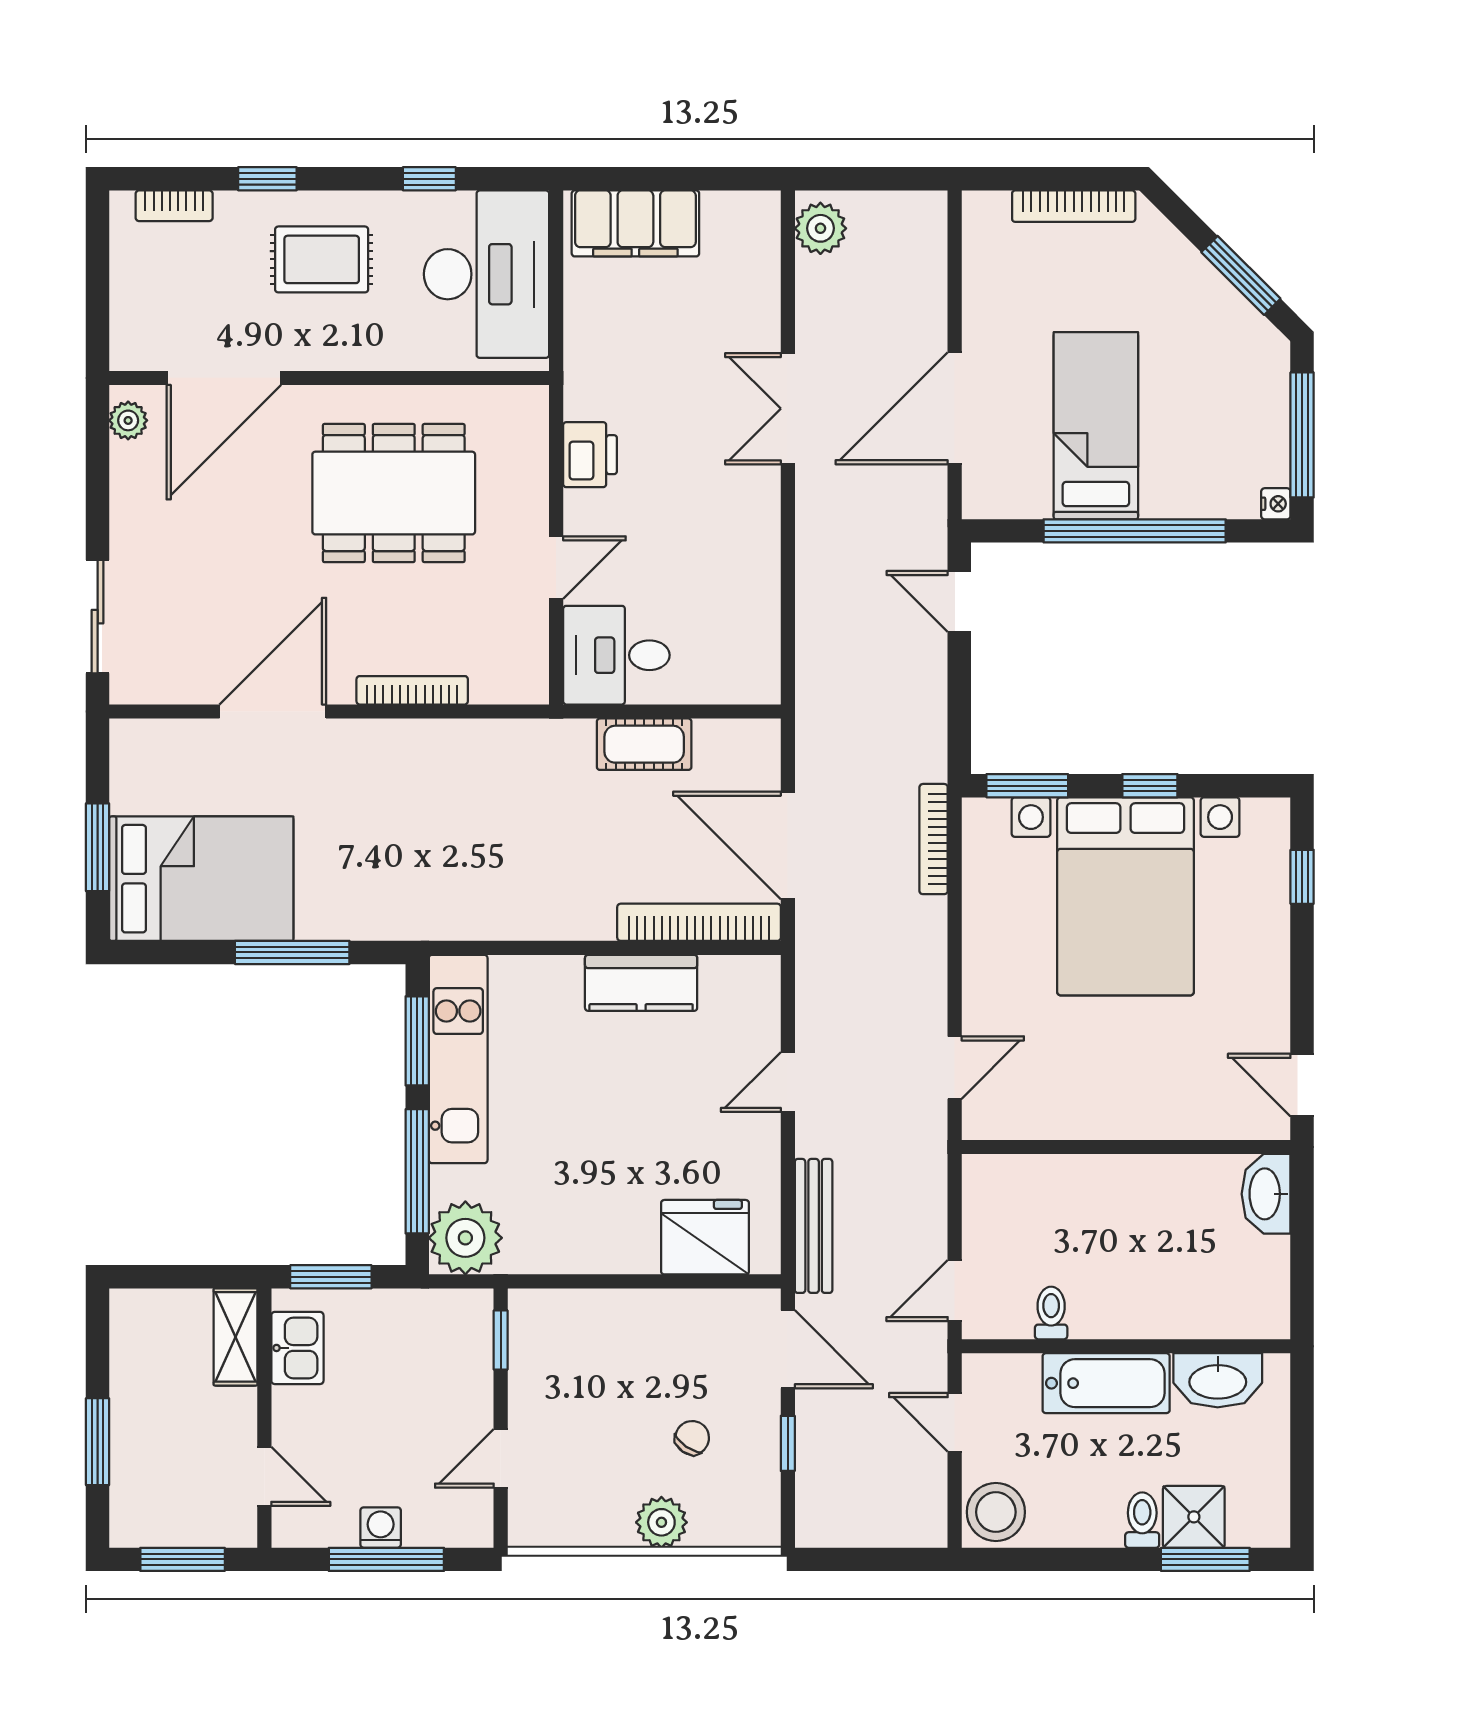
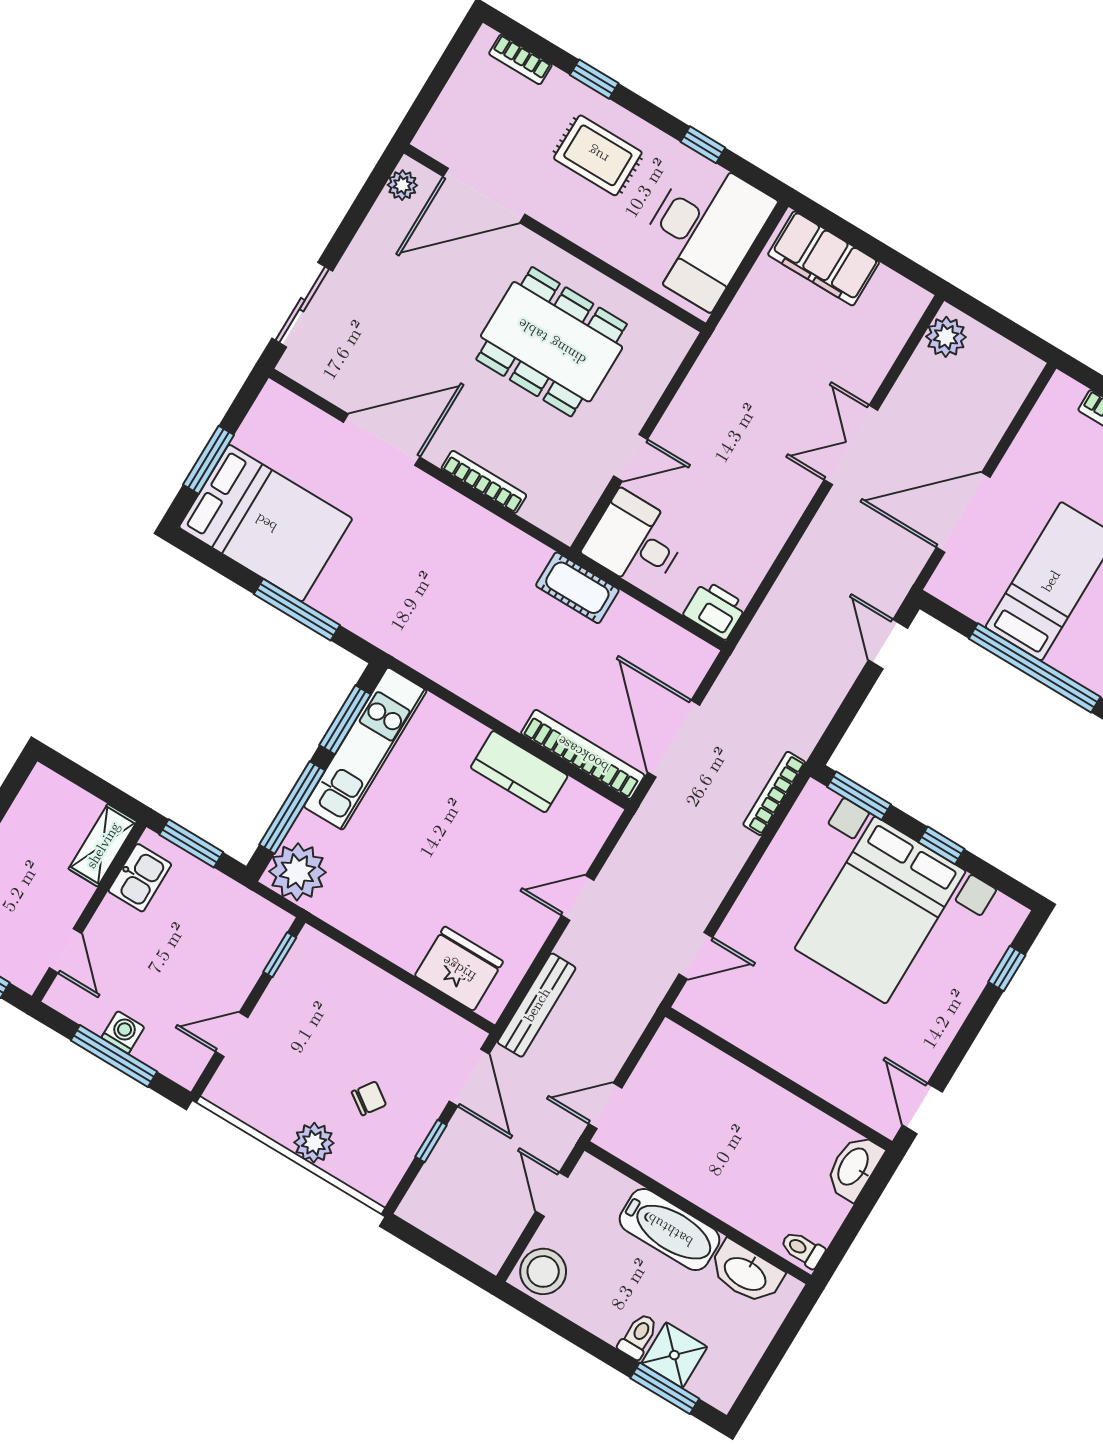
printer: (590, 455) -> (715, 610), moved, turned -90
cot: (644, 744) -> (577, 588), moved
toilet: (1051, 1313) -> (803, 1249), moved, turned -90

